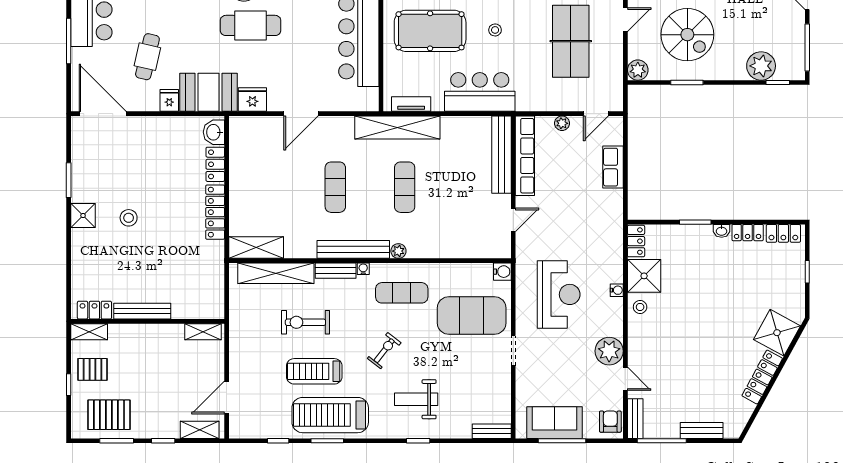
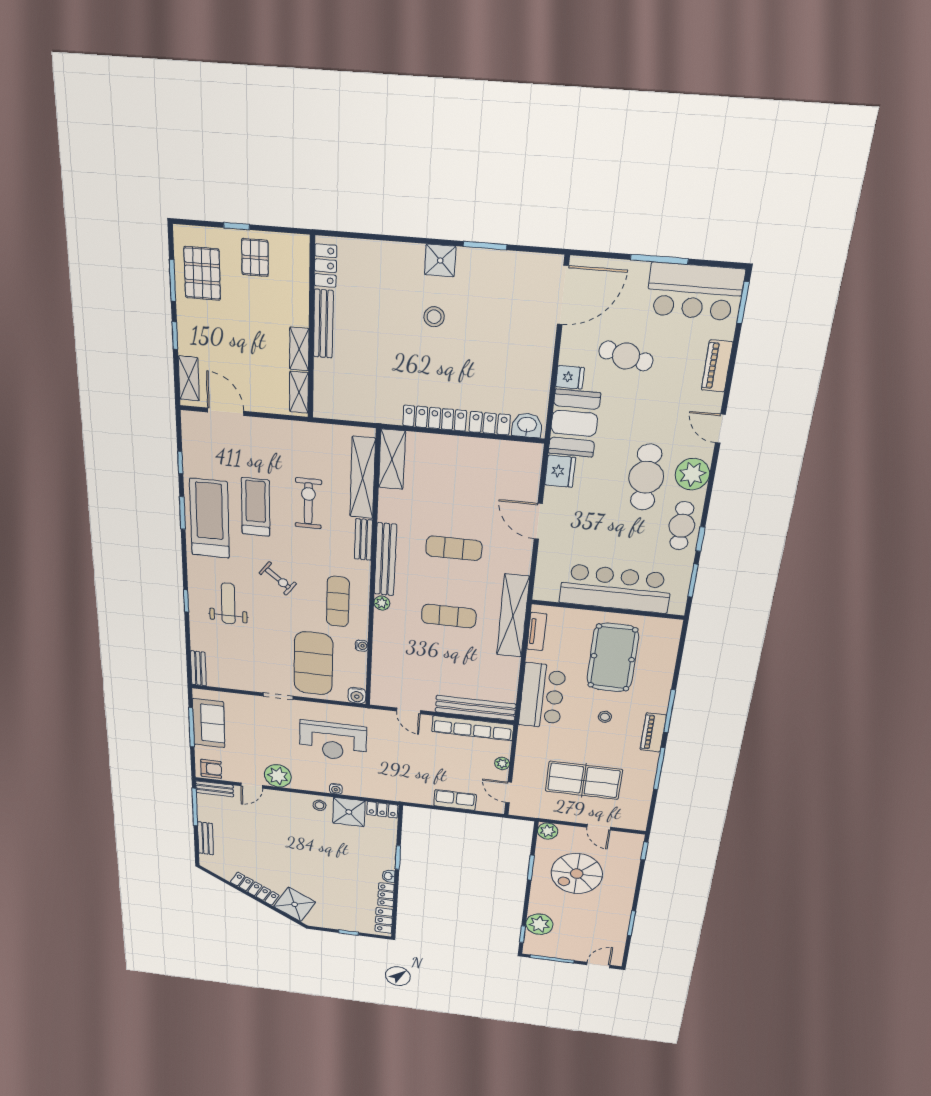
water cooler: (363, 269) -> (362, 646), moved
shelving: (89, 332) -> (299, 349), moved

